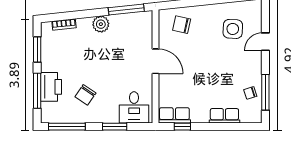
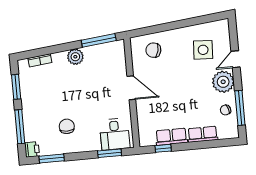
plant: (250, 64) -> (223, 82), added
printer: (51, 87) -> (32, 149), moved, width x0.53, depth x0.68
chair: (85, 95) -> (67, 126), turned 146
row of seats: (174, 115) -> (171, 137), moved
window: (67, 127) -> (52, 159), width x0.69
window: (115, 127) -> (110, 153), moved

